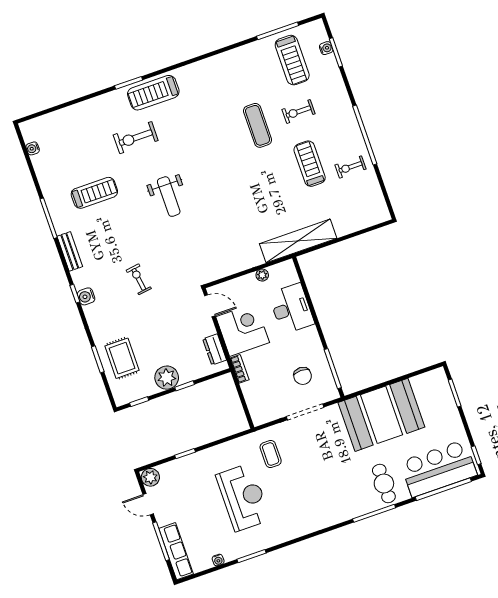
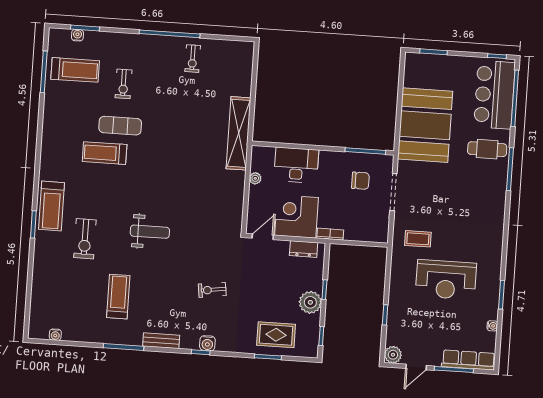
treadmill: (310, 164) -> (105, 153), moved
reception desk: (243, 497) -> (446, 280), turned 180

